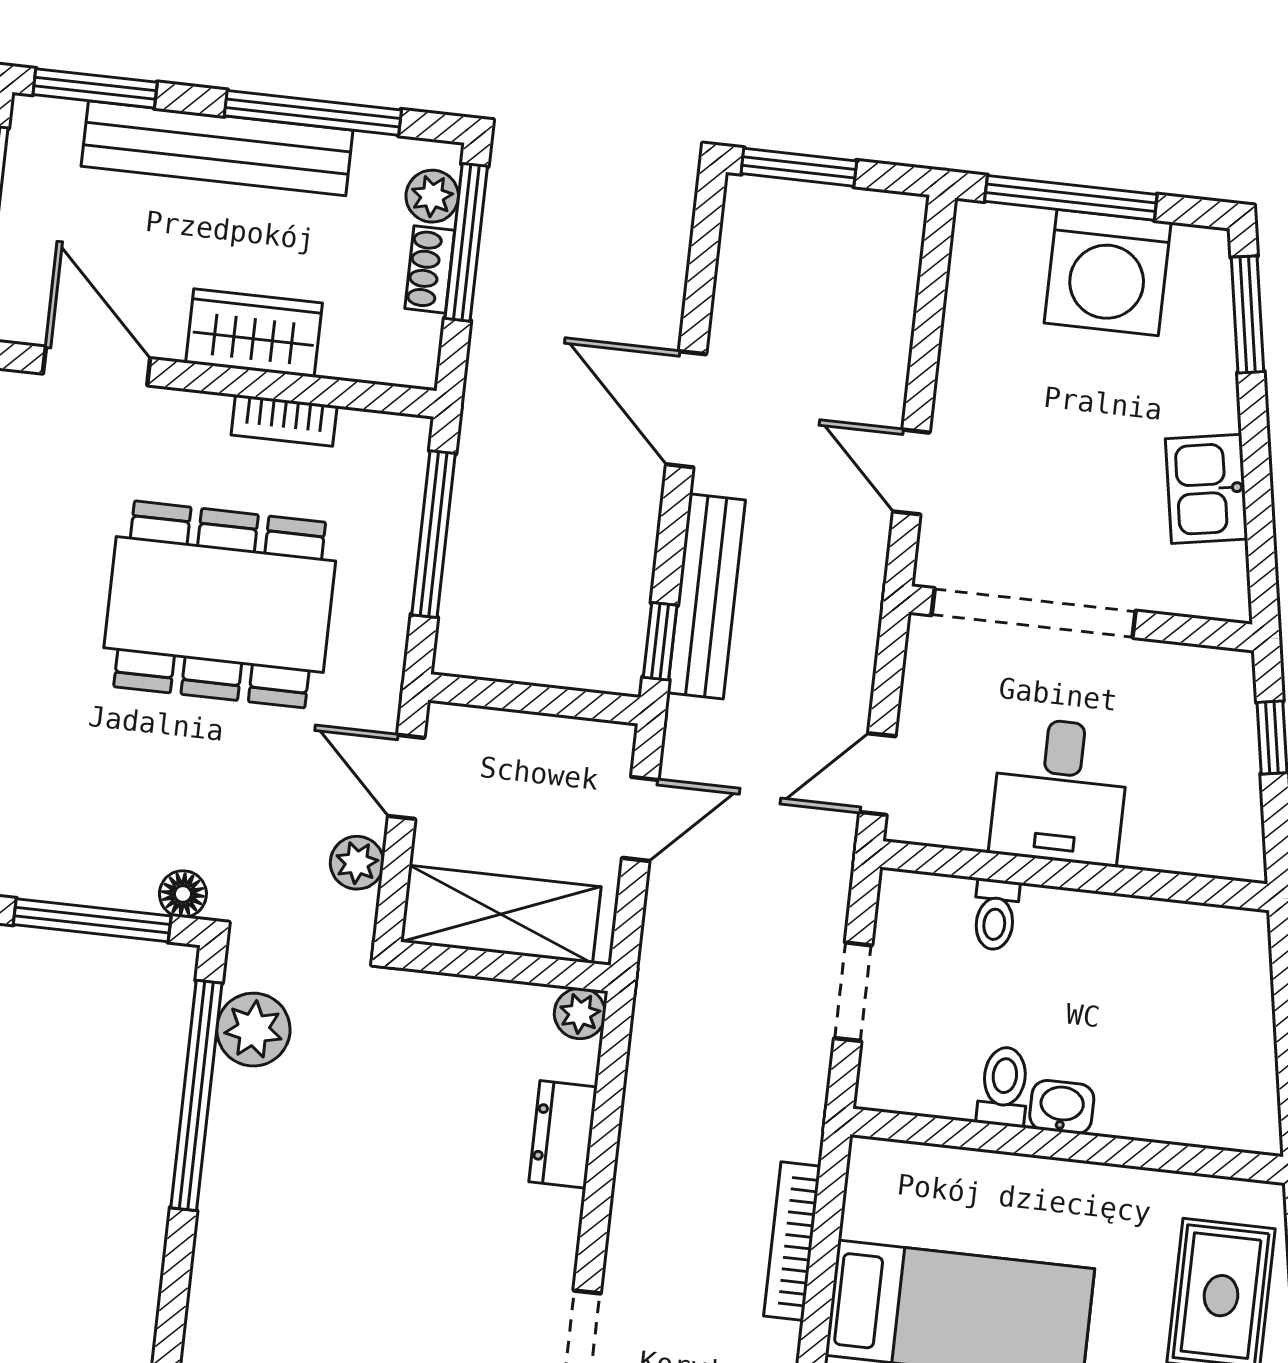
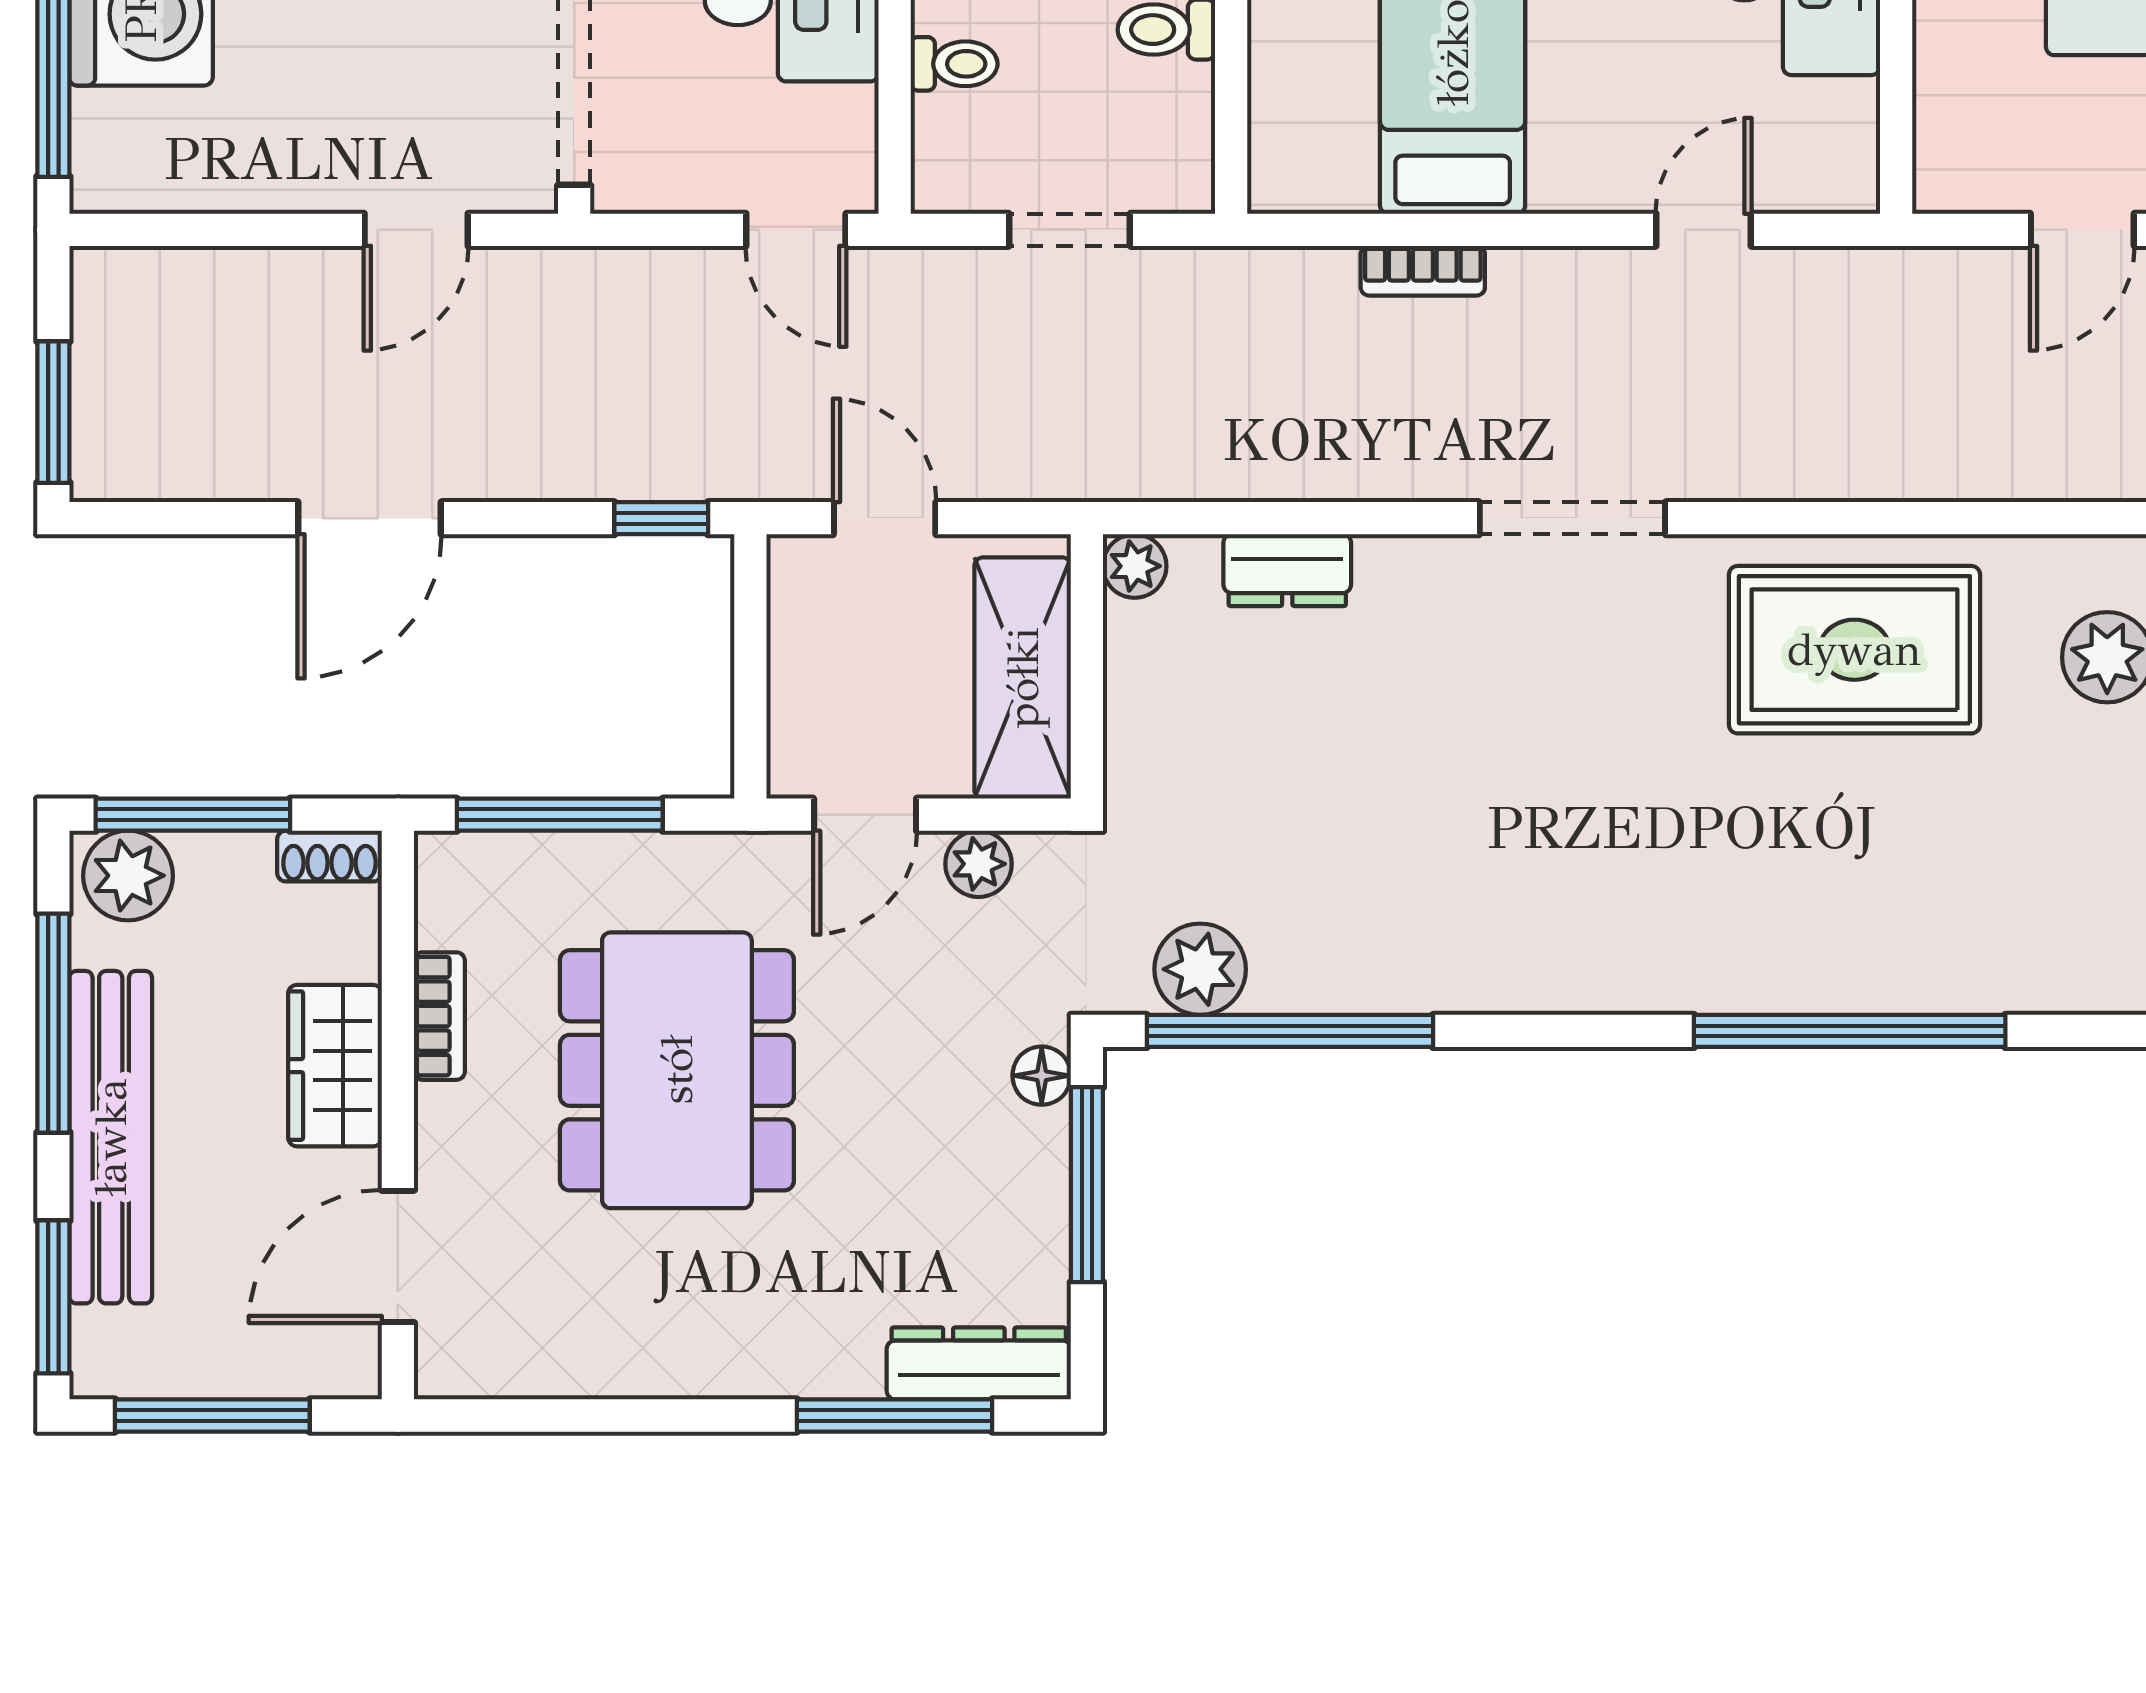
plant: (432, 196) -> (128, 876), width x1.38, depth x1.38
shoe rack: (430, 269) -> (330, 856), moved
bench: (706, 596) -> (599, 467), removed
bookcase: (792, 1241) -> (1423, 271), width x0.64

